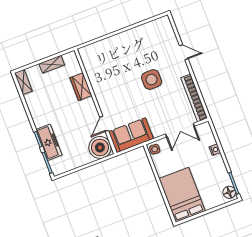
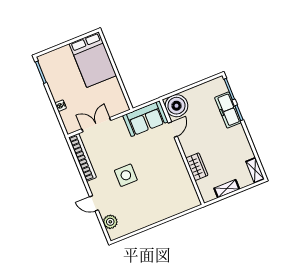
plant: (168, 34) -> (110, 222), added
side table: (155, 149) -> (121, 105), removed
floor lamp: (229, 192) -> (45, 63), removed

